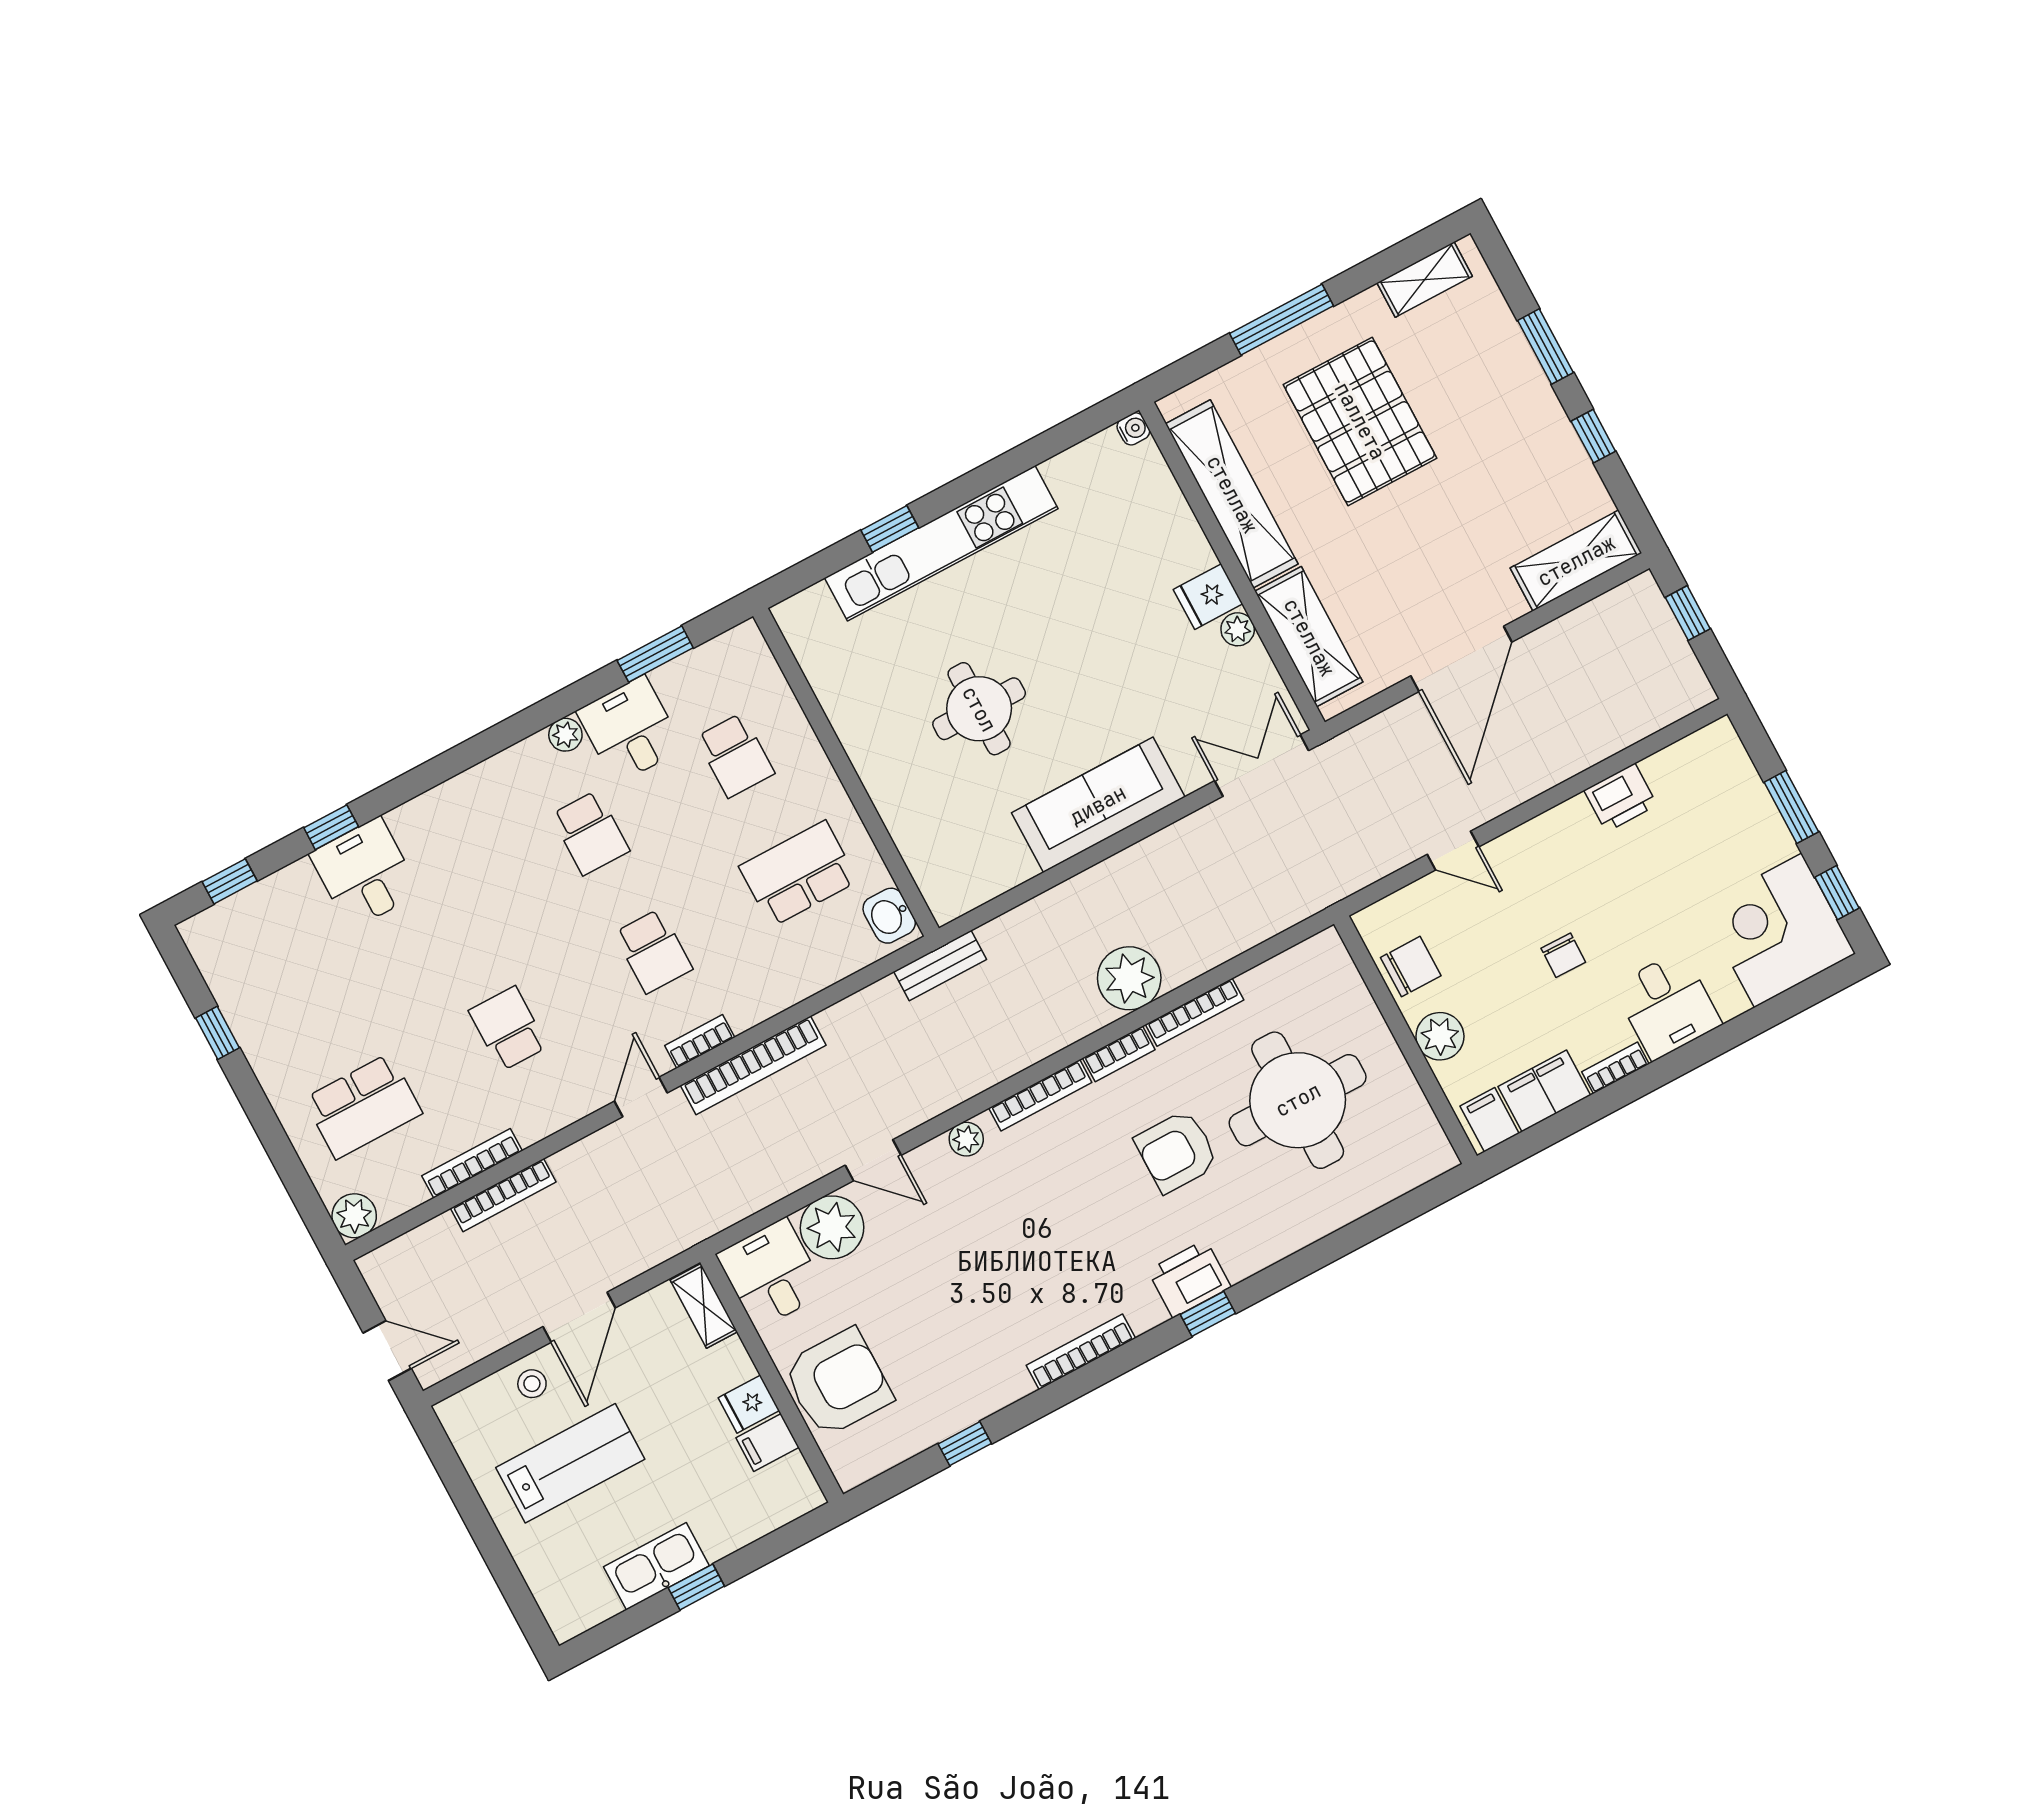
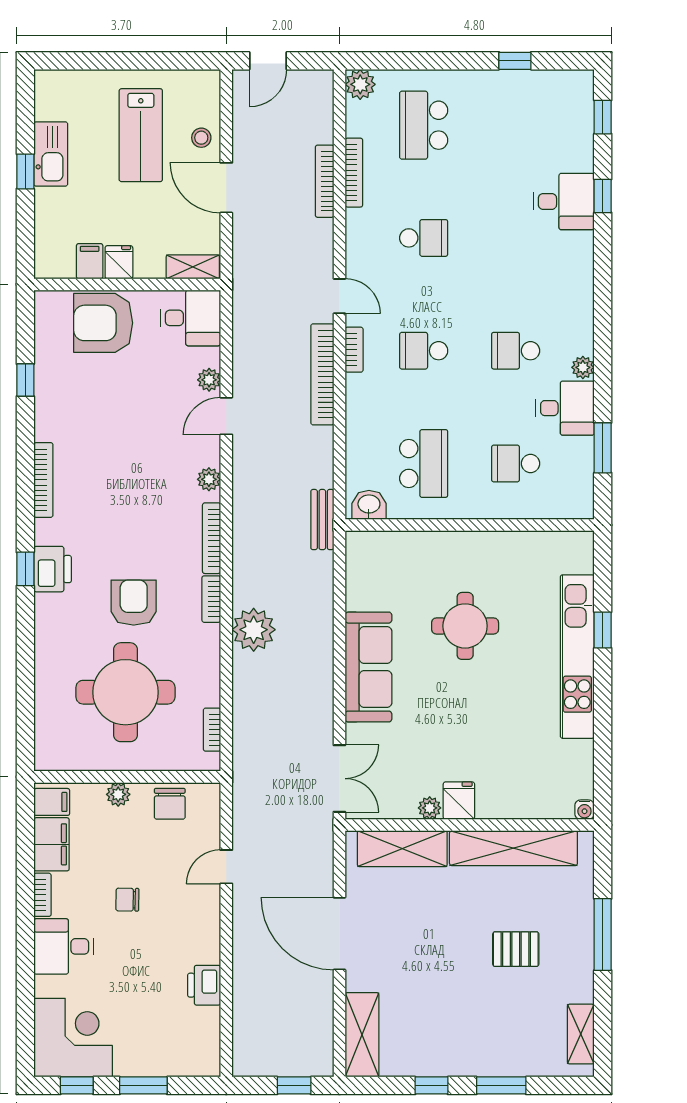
pallet: (1360, 421) -> (516, 949), width x0.49, depth x0.50
bookcase: (1195, 1012) -> (212, 730), moved, width x0.64
plant: (1440, 1036) -> (118, 794), width x0.73, depth x0.73
plant: (832, 1227) -> (209, 380), width x0.53, depth x0.53
armchair: (838, 1383) -> (103, 323), turned 90

